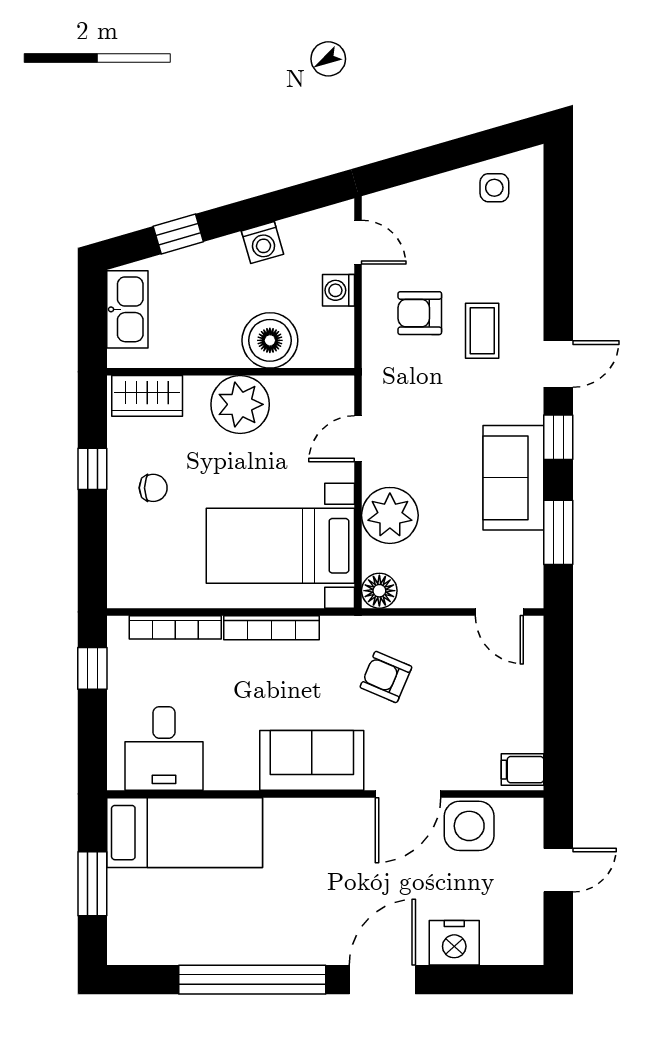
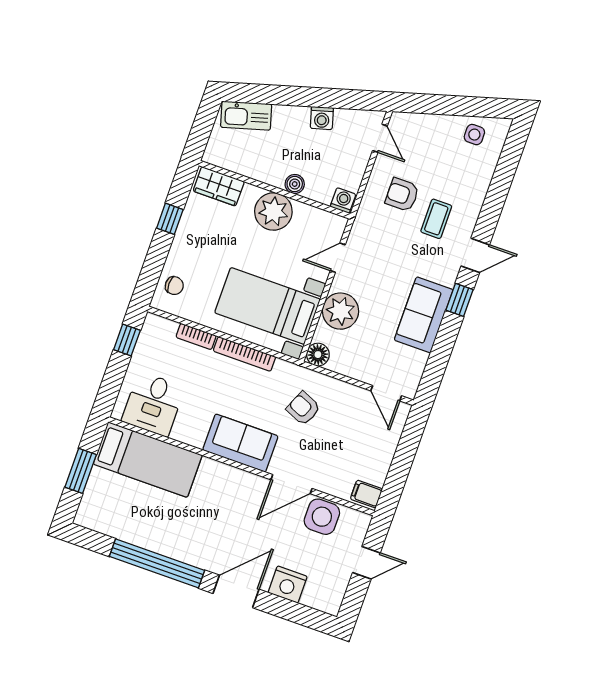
window: (178, 234) -> (272, 95), removed
washing machine: (339, 290) -> (343, 200), moved, turned 90
kitchen sink: (127, 309) -> (246, 116), moved, turned 74
boiler: (270, 340) -> (295, 184), width x0.54, depth x0.54
chair: (153, 488) -> (174, 286), moved
window: (558, 532) -> (439, 358), removed
bookcase: (175, 627) -> (196, 336), width x0.64

